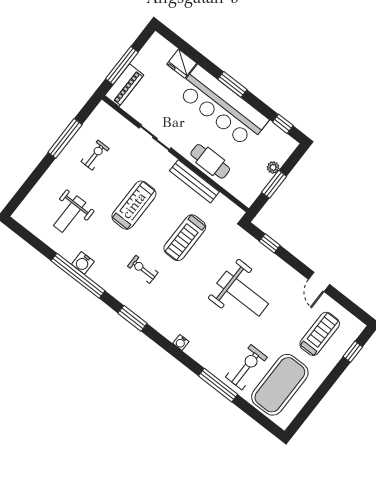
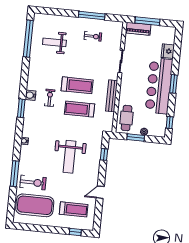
cafe table: (210, 161) -> (127, 118), moved
treadmill: (134, 205) -> (77, 85), moved
water cooler: (83, 263) -> (31, 95), moved
window: (78, 276) -> (28, 39), moved

